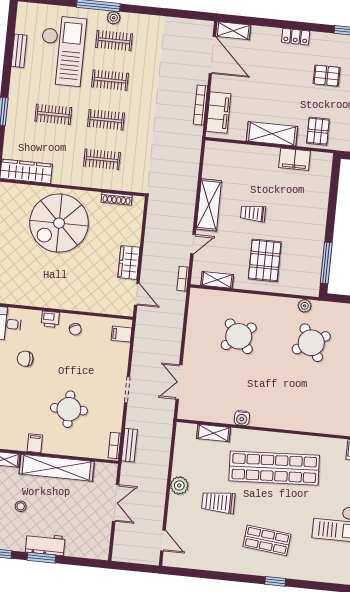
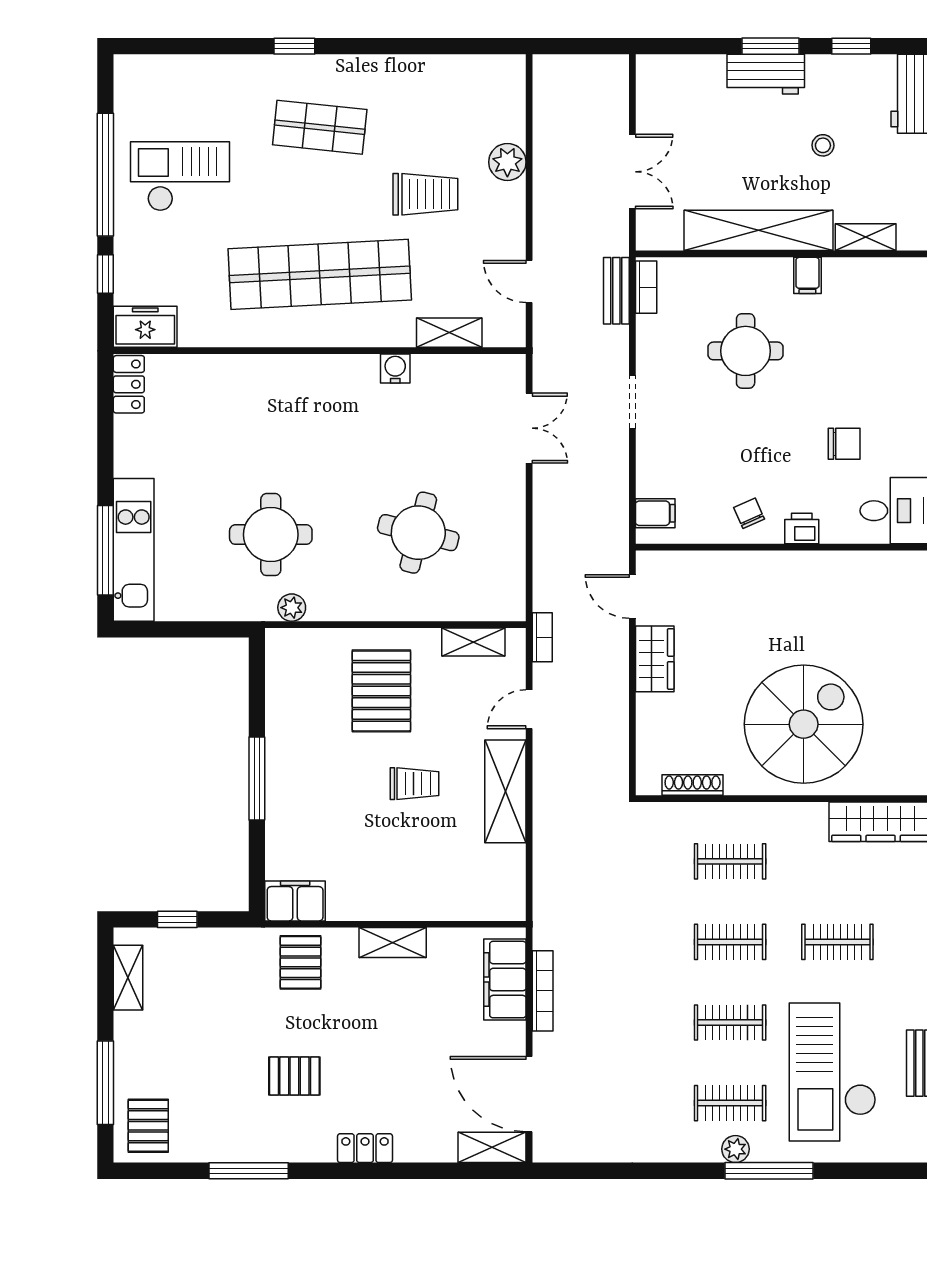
shelving: (272, 134) -> (393, 942), width x0.67, depth x0.75
filing cabinet: (295, 159) -> (295, 901), moved
window: (326, 263) -> (257, 778), moved
round table: (239, 336) -> (418, 533), turned -36
round table: (311, 343) -> (271, 535), turned 30
plant: (179, 485) -> (507, 162), moved
double door: (116, 503) -> (632, 172), swing flipped
door: (163, 540) -> (529, 282), moved

